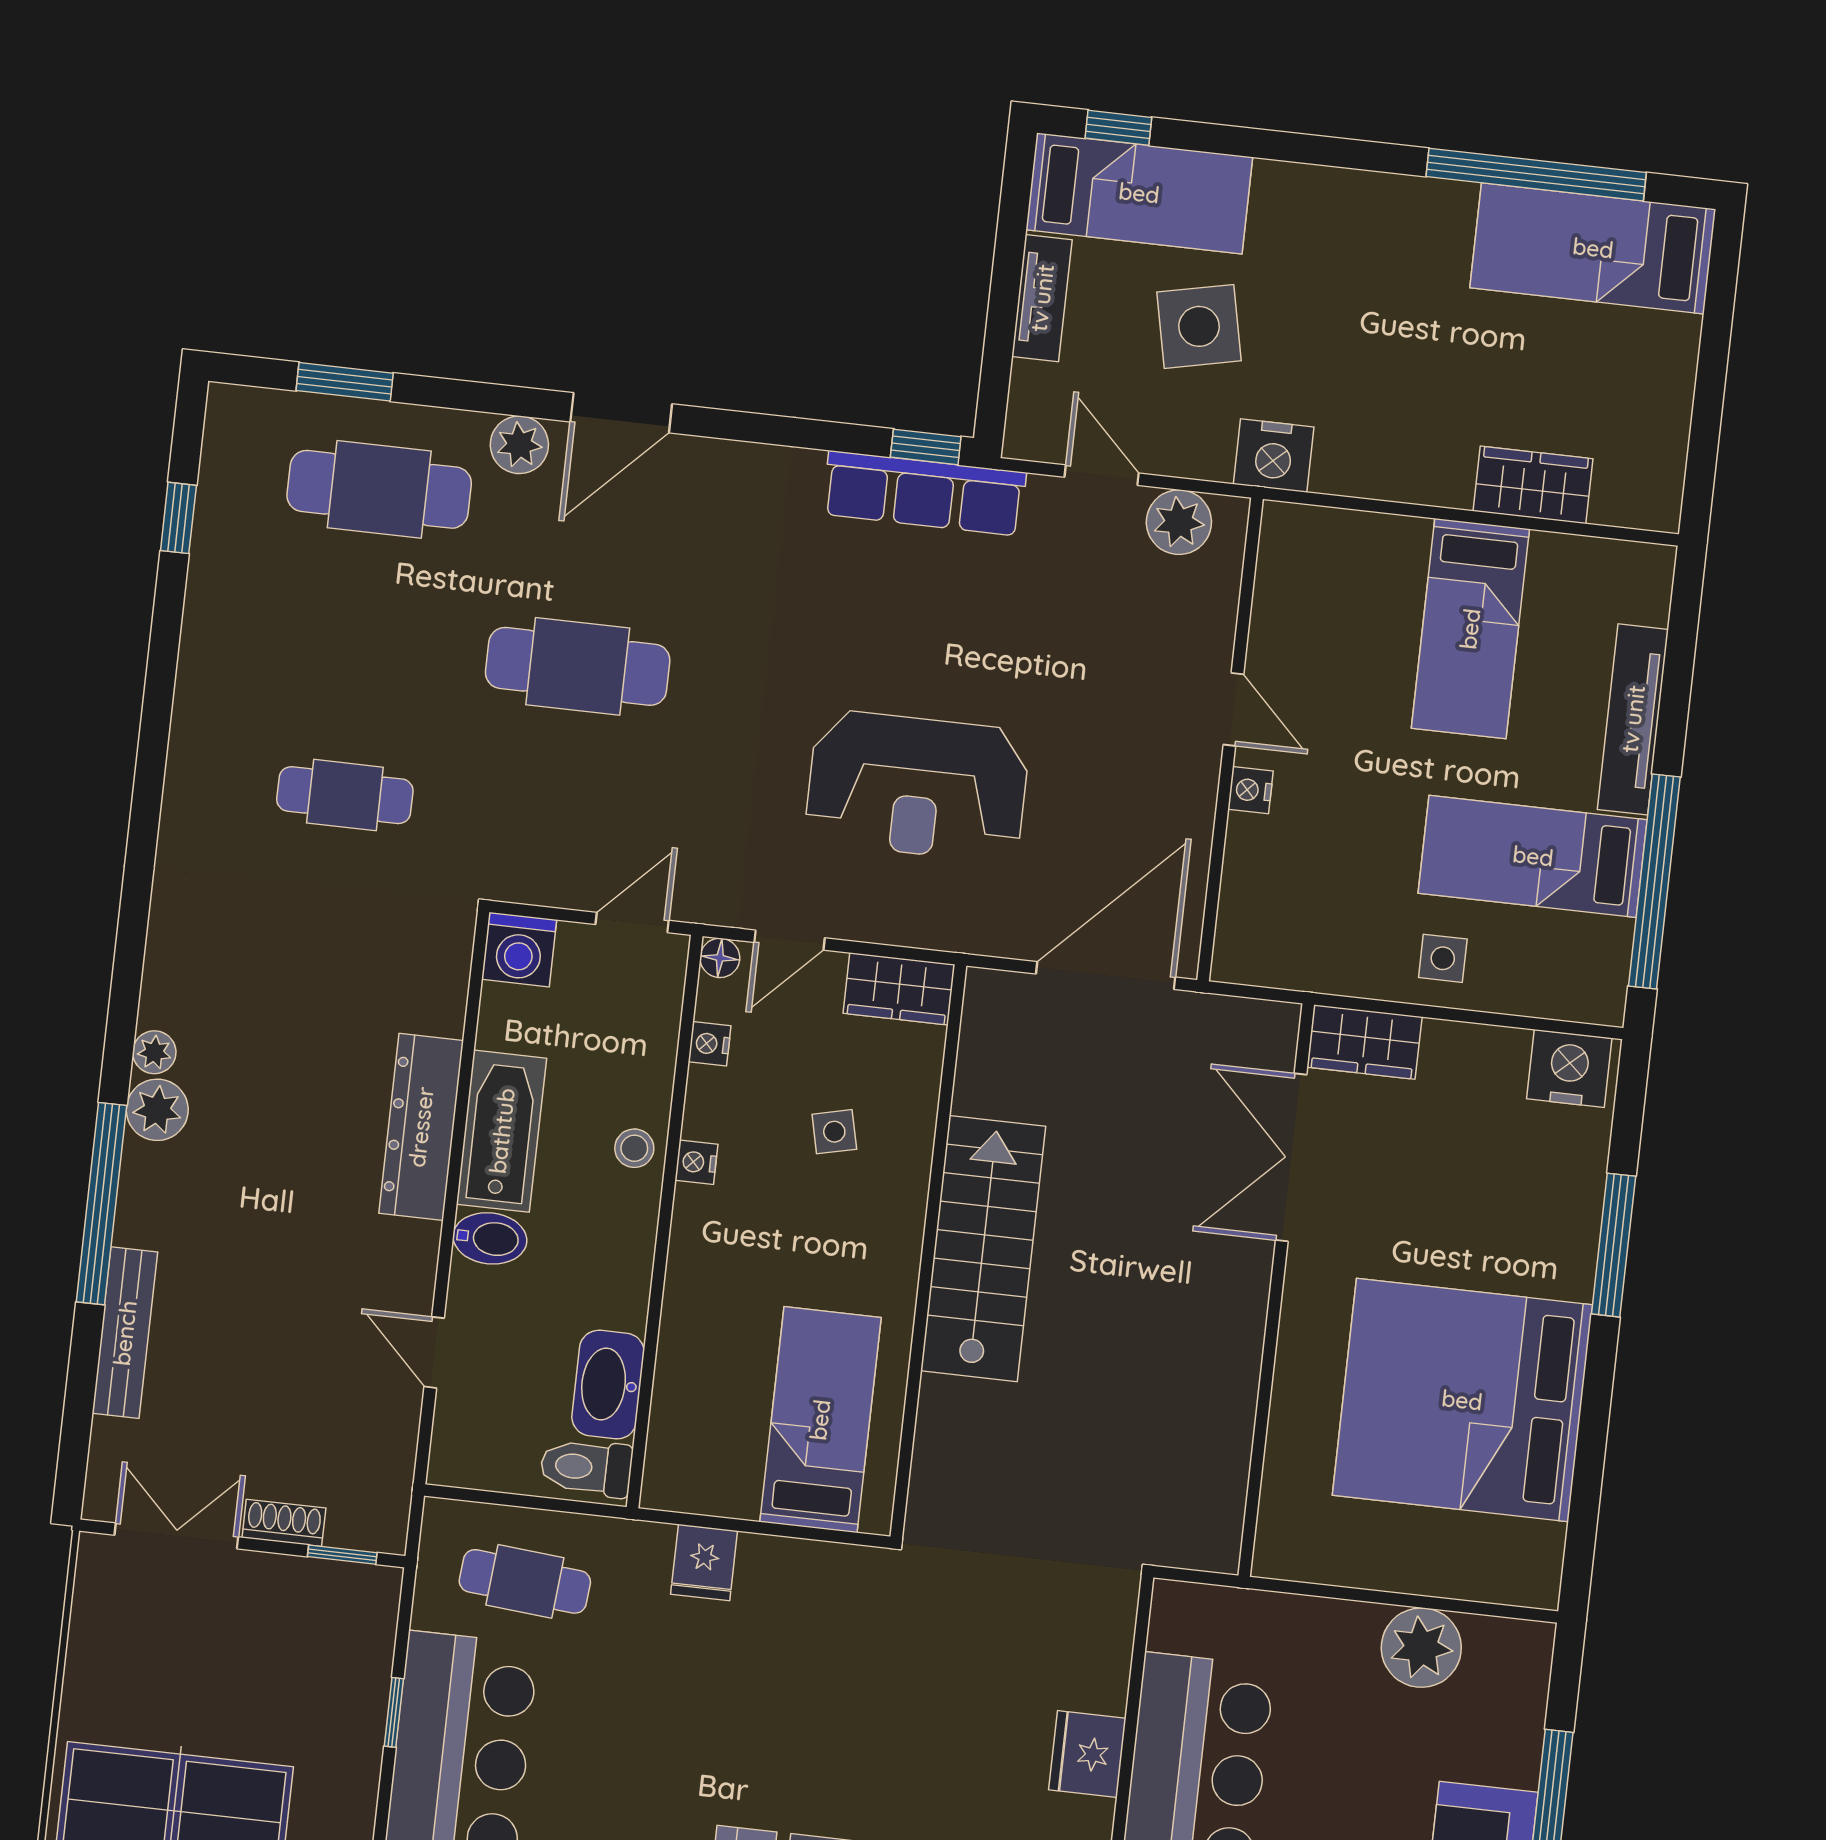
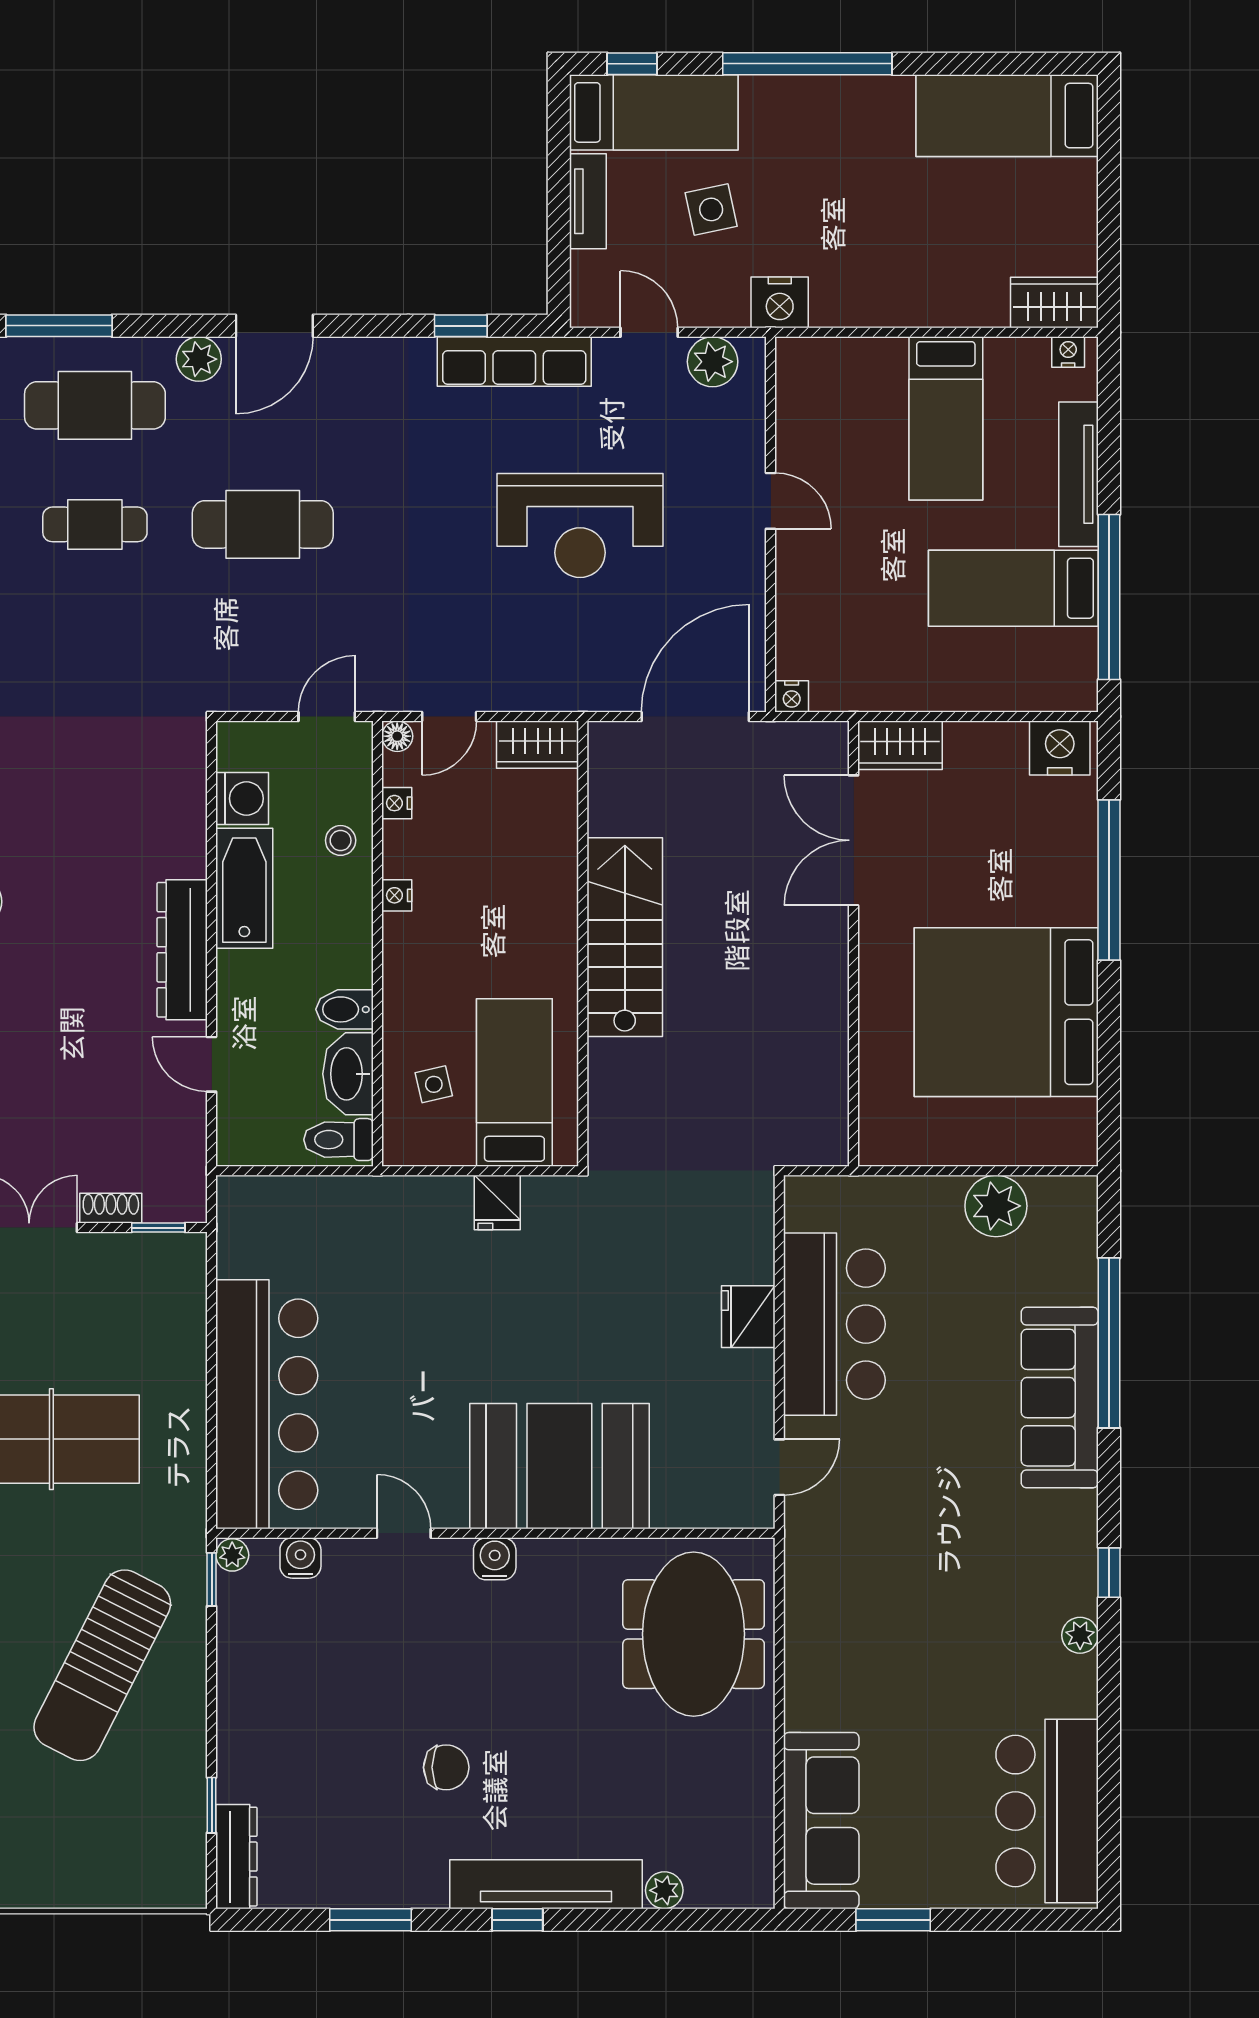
window: (1536, 175) -> (807, 64), moved
side table: (1199, 326) -> (711, 209), width x0.73, depth x0.73
window: (345, 382) -> (59, 326), width x1.44
window: (926, 447) -> (461, 326), moved
wardrobe: (1533, 485) -> (1054, 302), moved
nightstand: (1637, 561) -> (1068, 352), added
reception desk: (917, 786) -> (580, 525), moved
nightstand: (1251, 790) -> (792, 696), moved, turned -90
cafe table: (345, 795) -> (95, 524), moved
washing machine: (519, 950) -> (242, 798), moved, turned -90
side table: (1443, 958) -> (953, 674), removed
dresser: (421, 1127) -> (182, 950), moved
side table: (834, 1132) -> (434, 1084), moved
stool: (634, 1148) -> (341, 840), moved
bidet: (490, 1238) -> (345, 1009), moved, turned 180
window: (1614, 1245) -> (1109, 880), width x1.46
fridge: (704, 1563) -> (497, 1202), moved
cafe table: (525, 1581) -> (301, 1232), removed
window: (394, 1712) -> (212, 1344), removed

